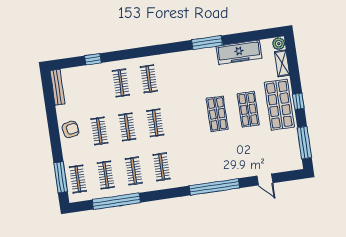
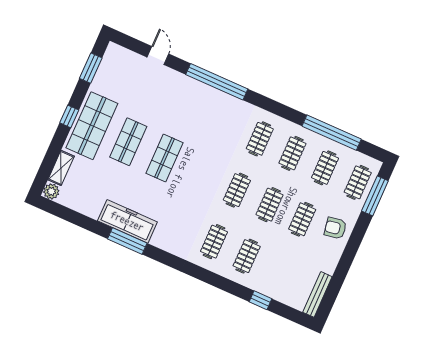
freezer: (239, 52) -> (127, 221), moved
armchair: (71, 129) -> (335, 228), moved
window: (304, 143) -> (91, 68), width x0.69

